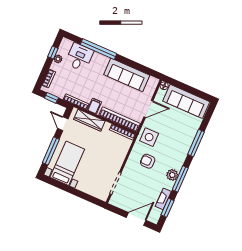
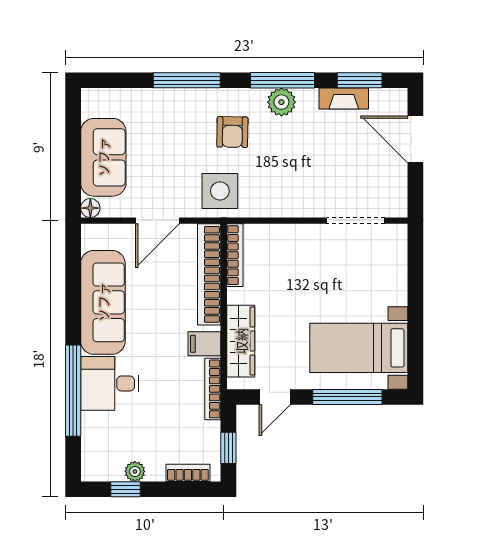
desk: (79, 57) -> (110, 383), moved
sofa: (186, 101) -> (103, 157), width x0.73
door: (148, 109) -> (157, 221), swing flipped
armchair: (148, 161) -> (232, 132), moved

